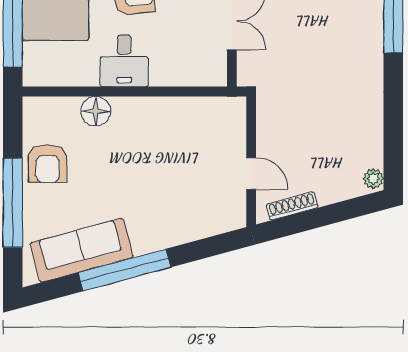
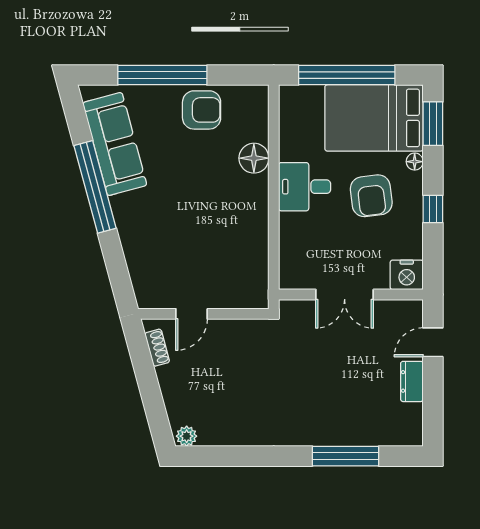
armchair: (48, 164) -> (202, 110), turned 180
shoe rack: (292, 206) -> (157, 348), width x0.70

